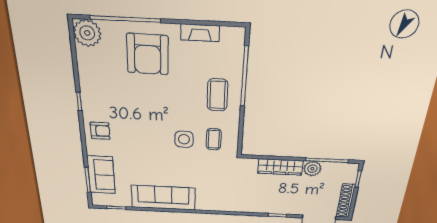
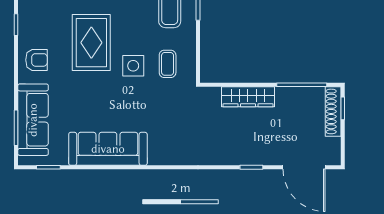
rug: (147, 119) -> (91, 43), added
plant: (312, 169) -> (286, 97), removed
sofa: (101, 175) -> (33, 120), width x1.36
shoe rack: (346, 201) -> (333, 111), moved

